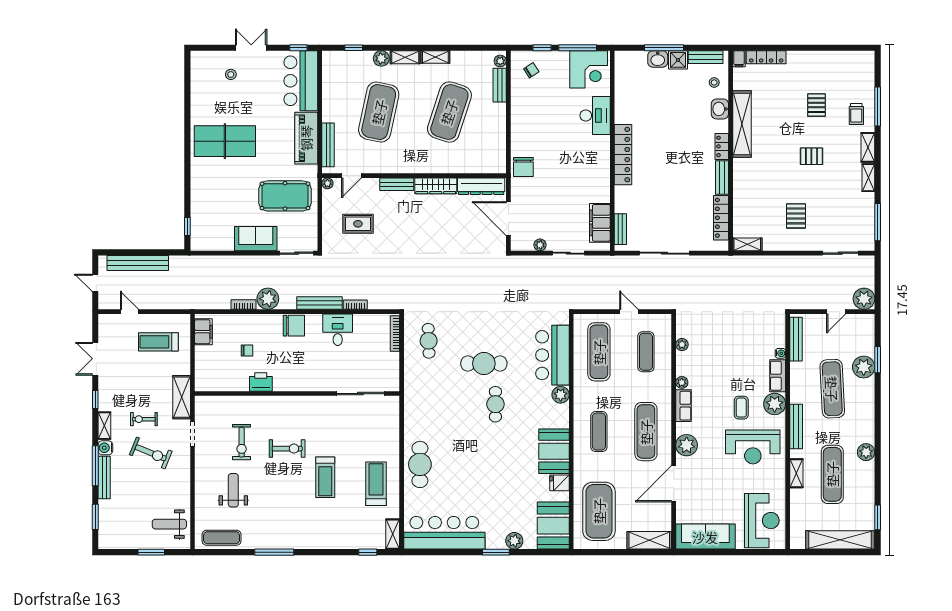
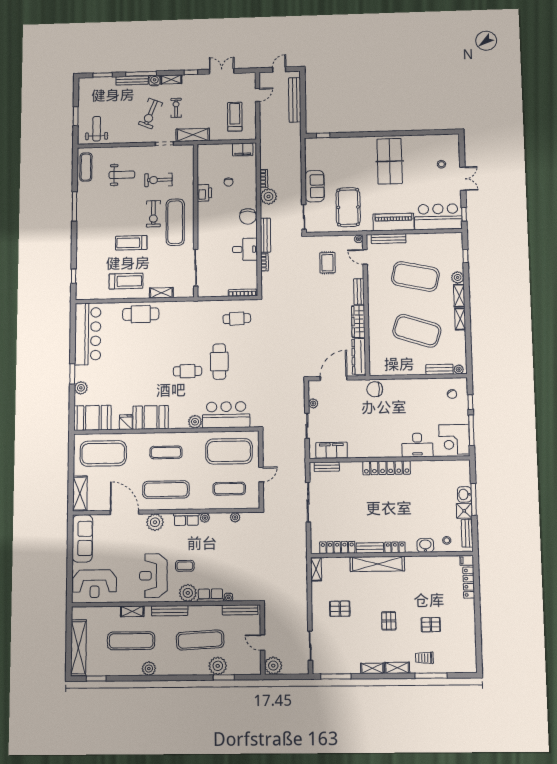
shelving: (742, 124) -> (377, 564), moved
exercise mat: (599, 352) -> (229, 451), width x1.47
exercise mat: (299, 420) -> (175, 222), added
shelving: (393, 534) -> (161, 293), moved

